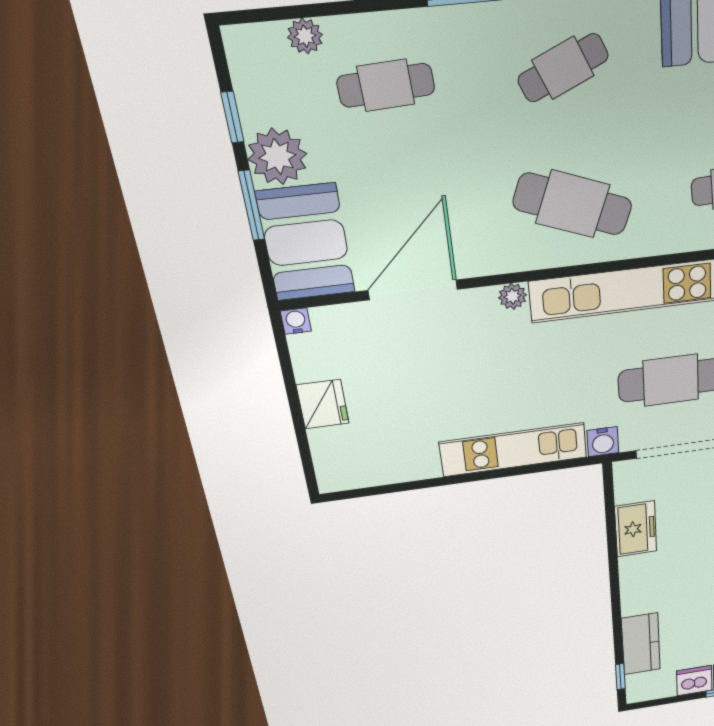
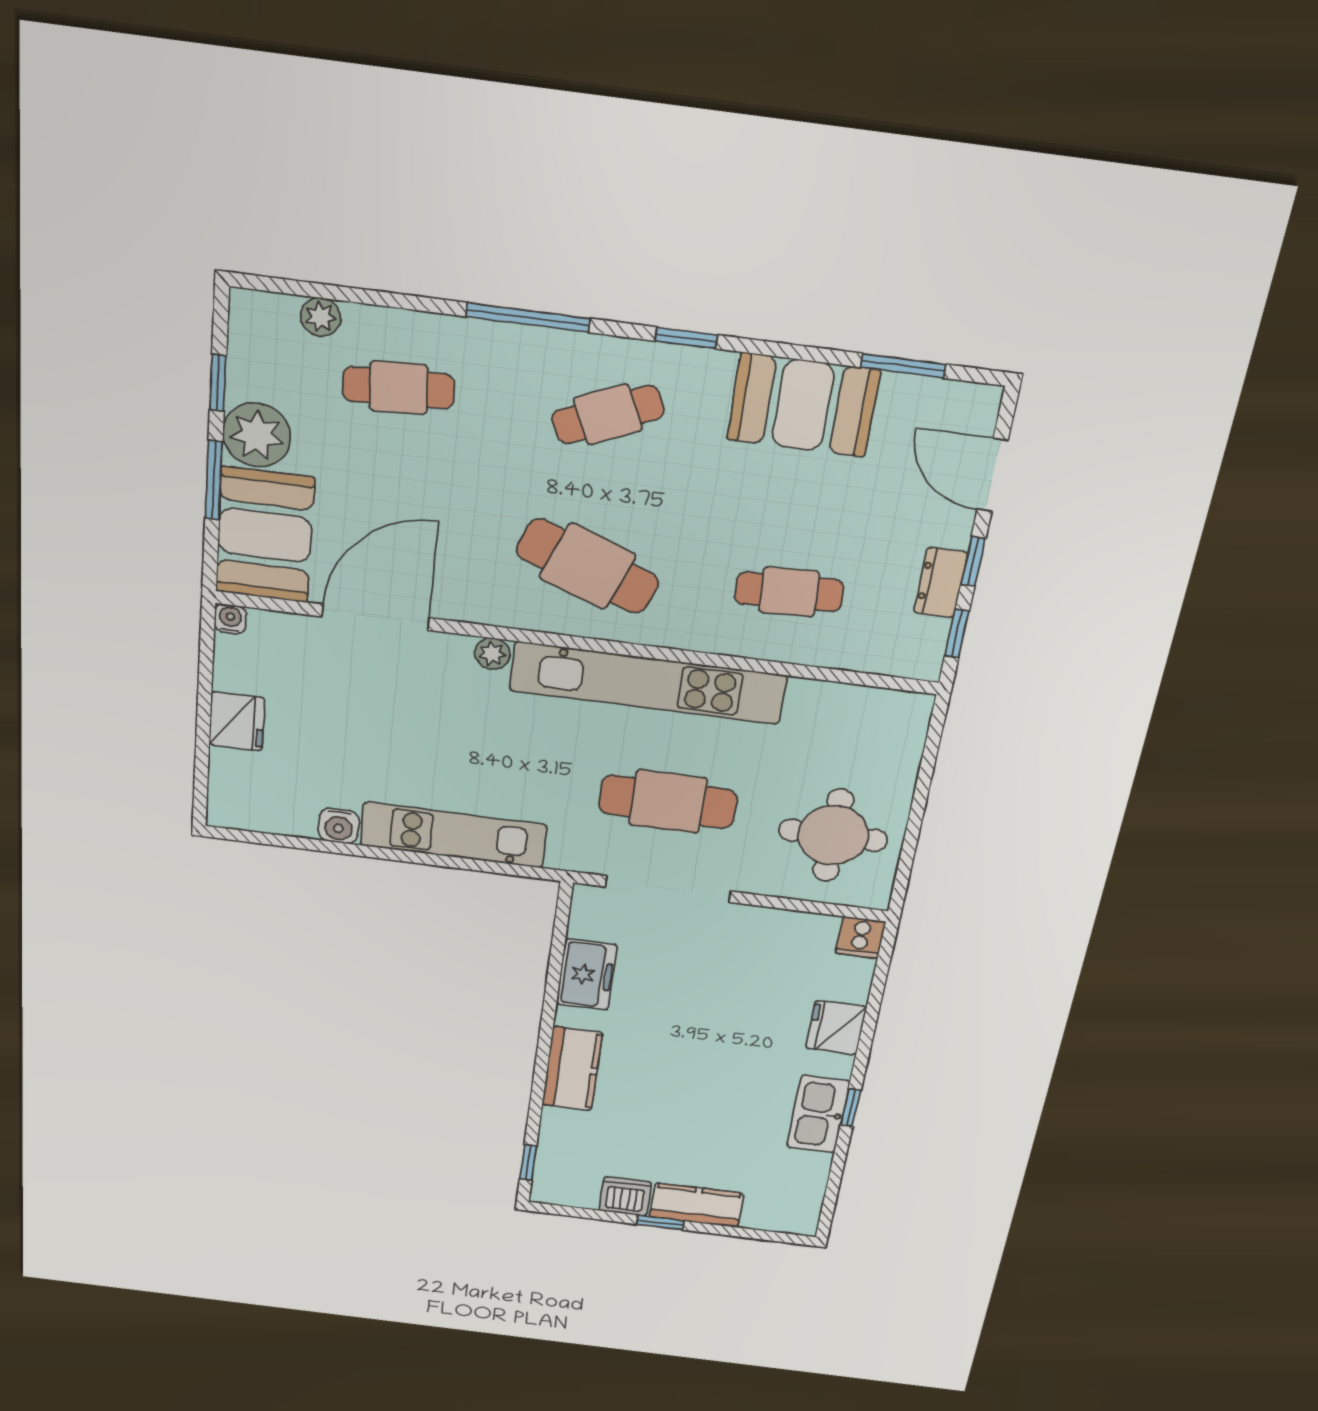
water cooler: (603, 442) -> (339, 826), moved
kitchen counter: (641, 644) -> (572, 1069), moved

